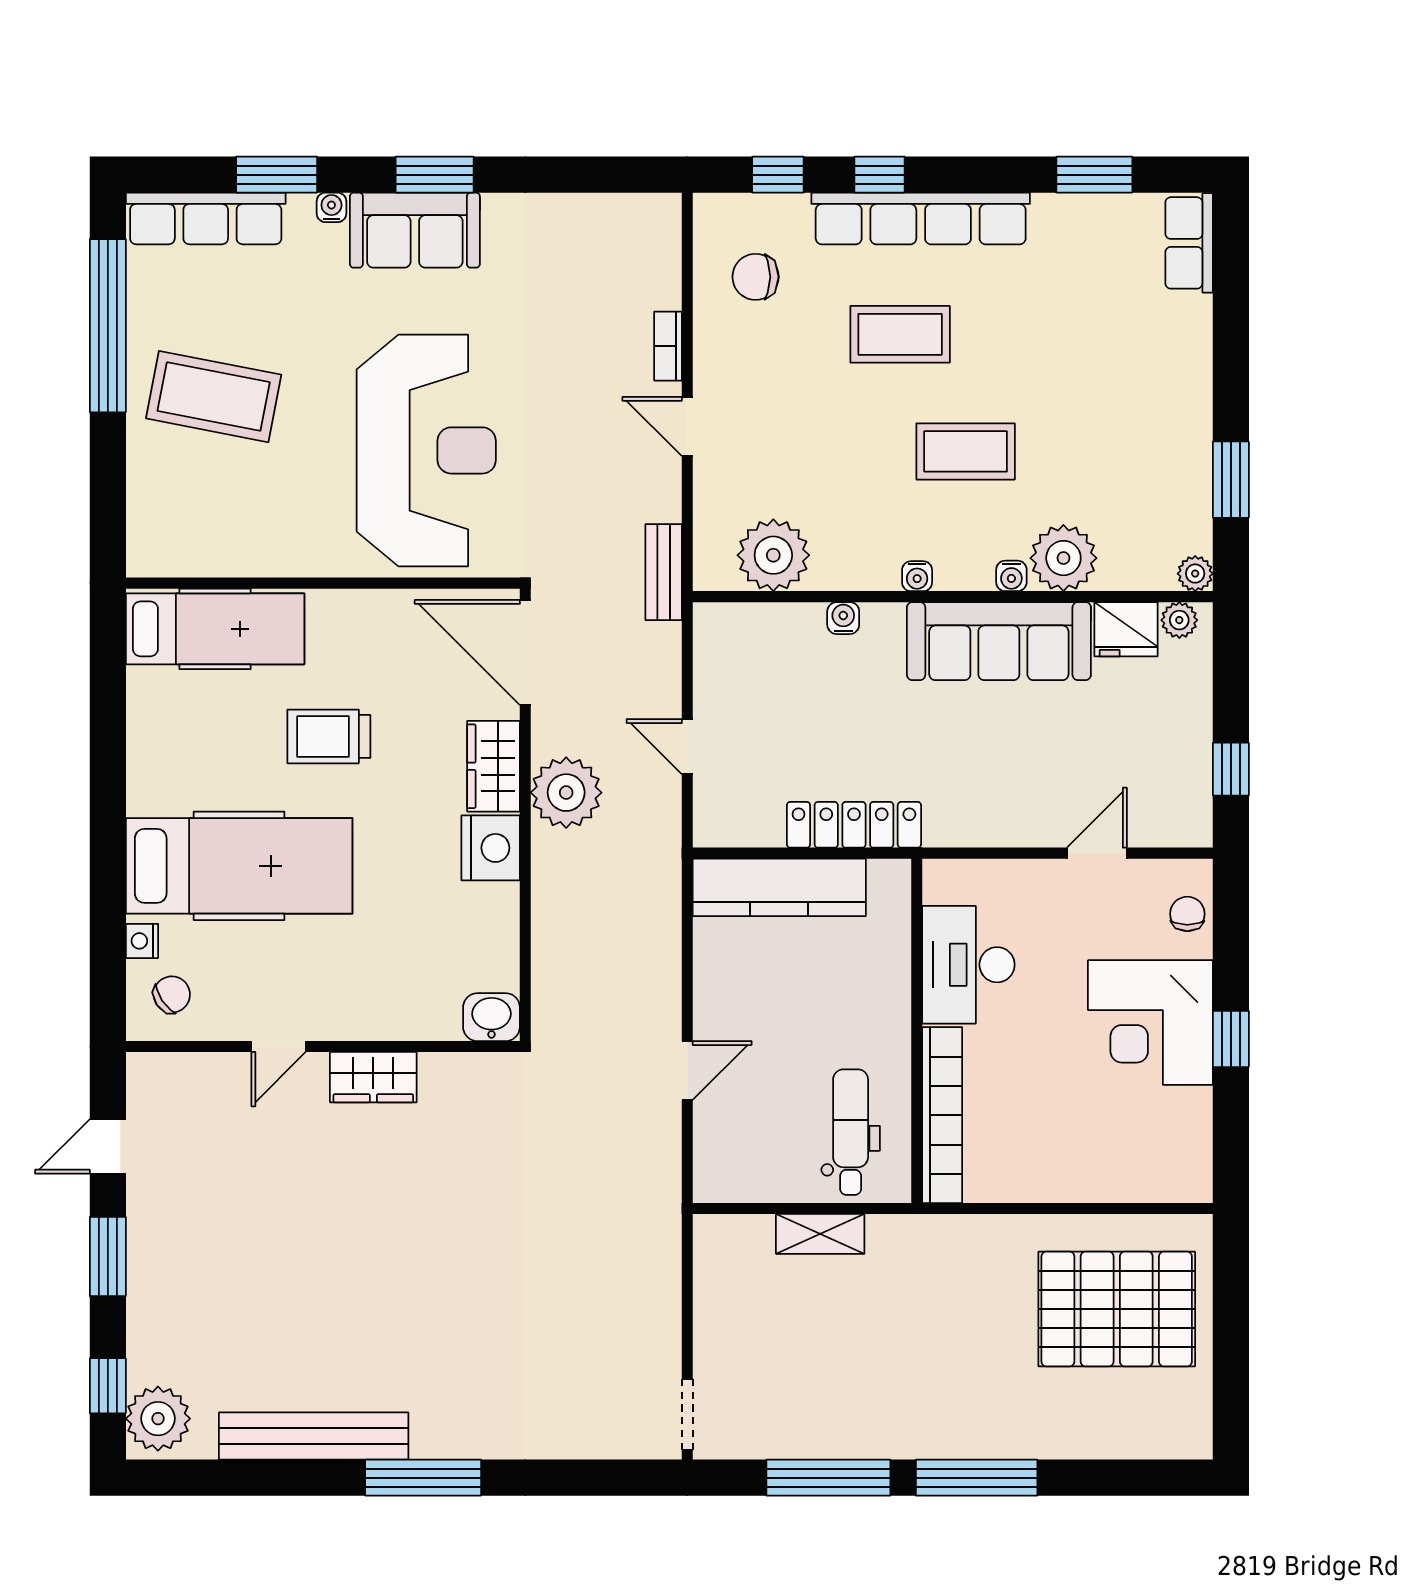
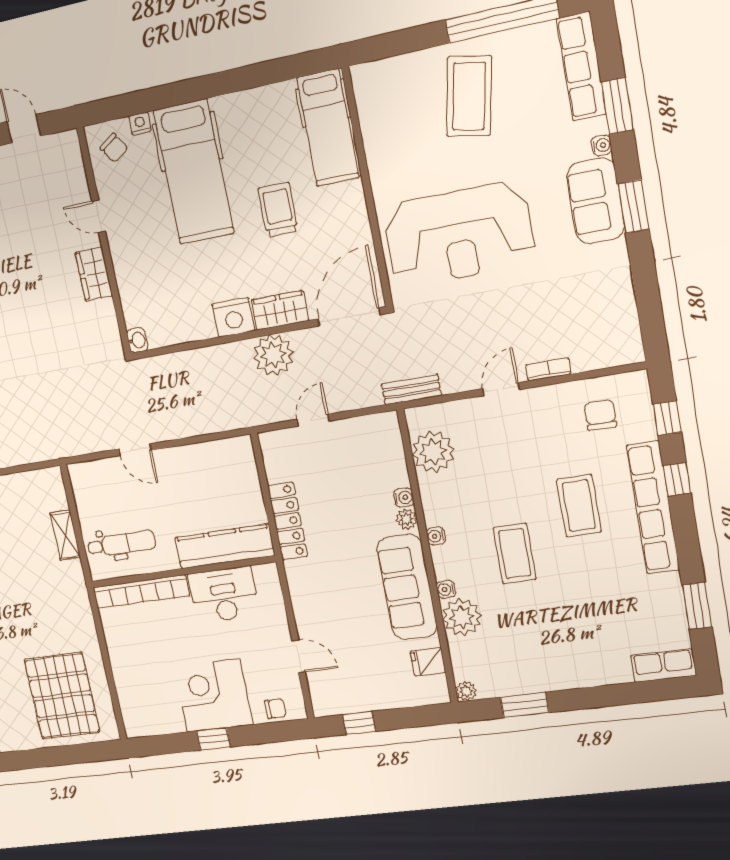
plant: (1179, 620) -> (407, 519), moved
fridge: (1126, 629) -> (428, 662), width x0.72
kitchen counter: (779, 887) -> (225, 546), moved, turned 90
washbasin: (491, 1017) -> (137, 340), width x0.72, depth x0.69

